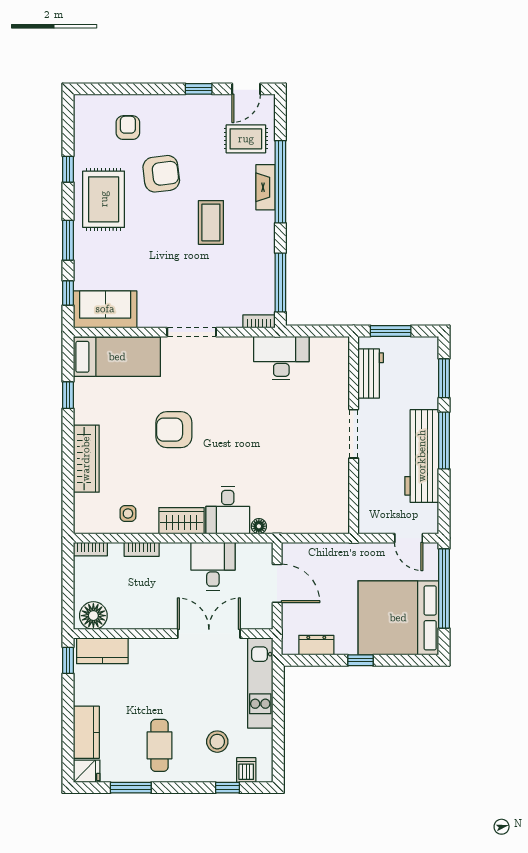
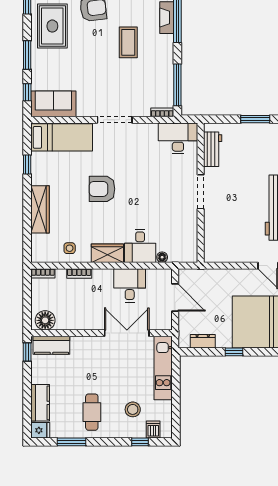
workbench: (371, 374) -> (213, 149), moved
doorway: (354, 434) -> (201, 192), moved
wall: (354, 435) -> (201, 193), moved

